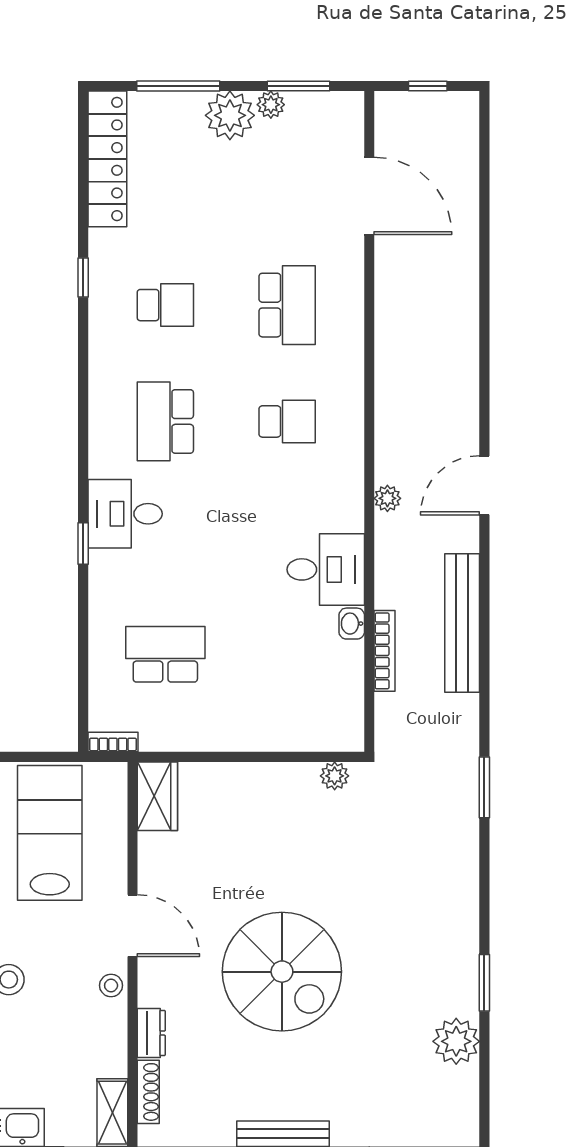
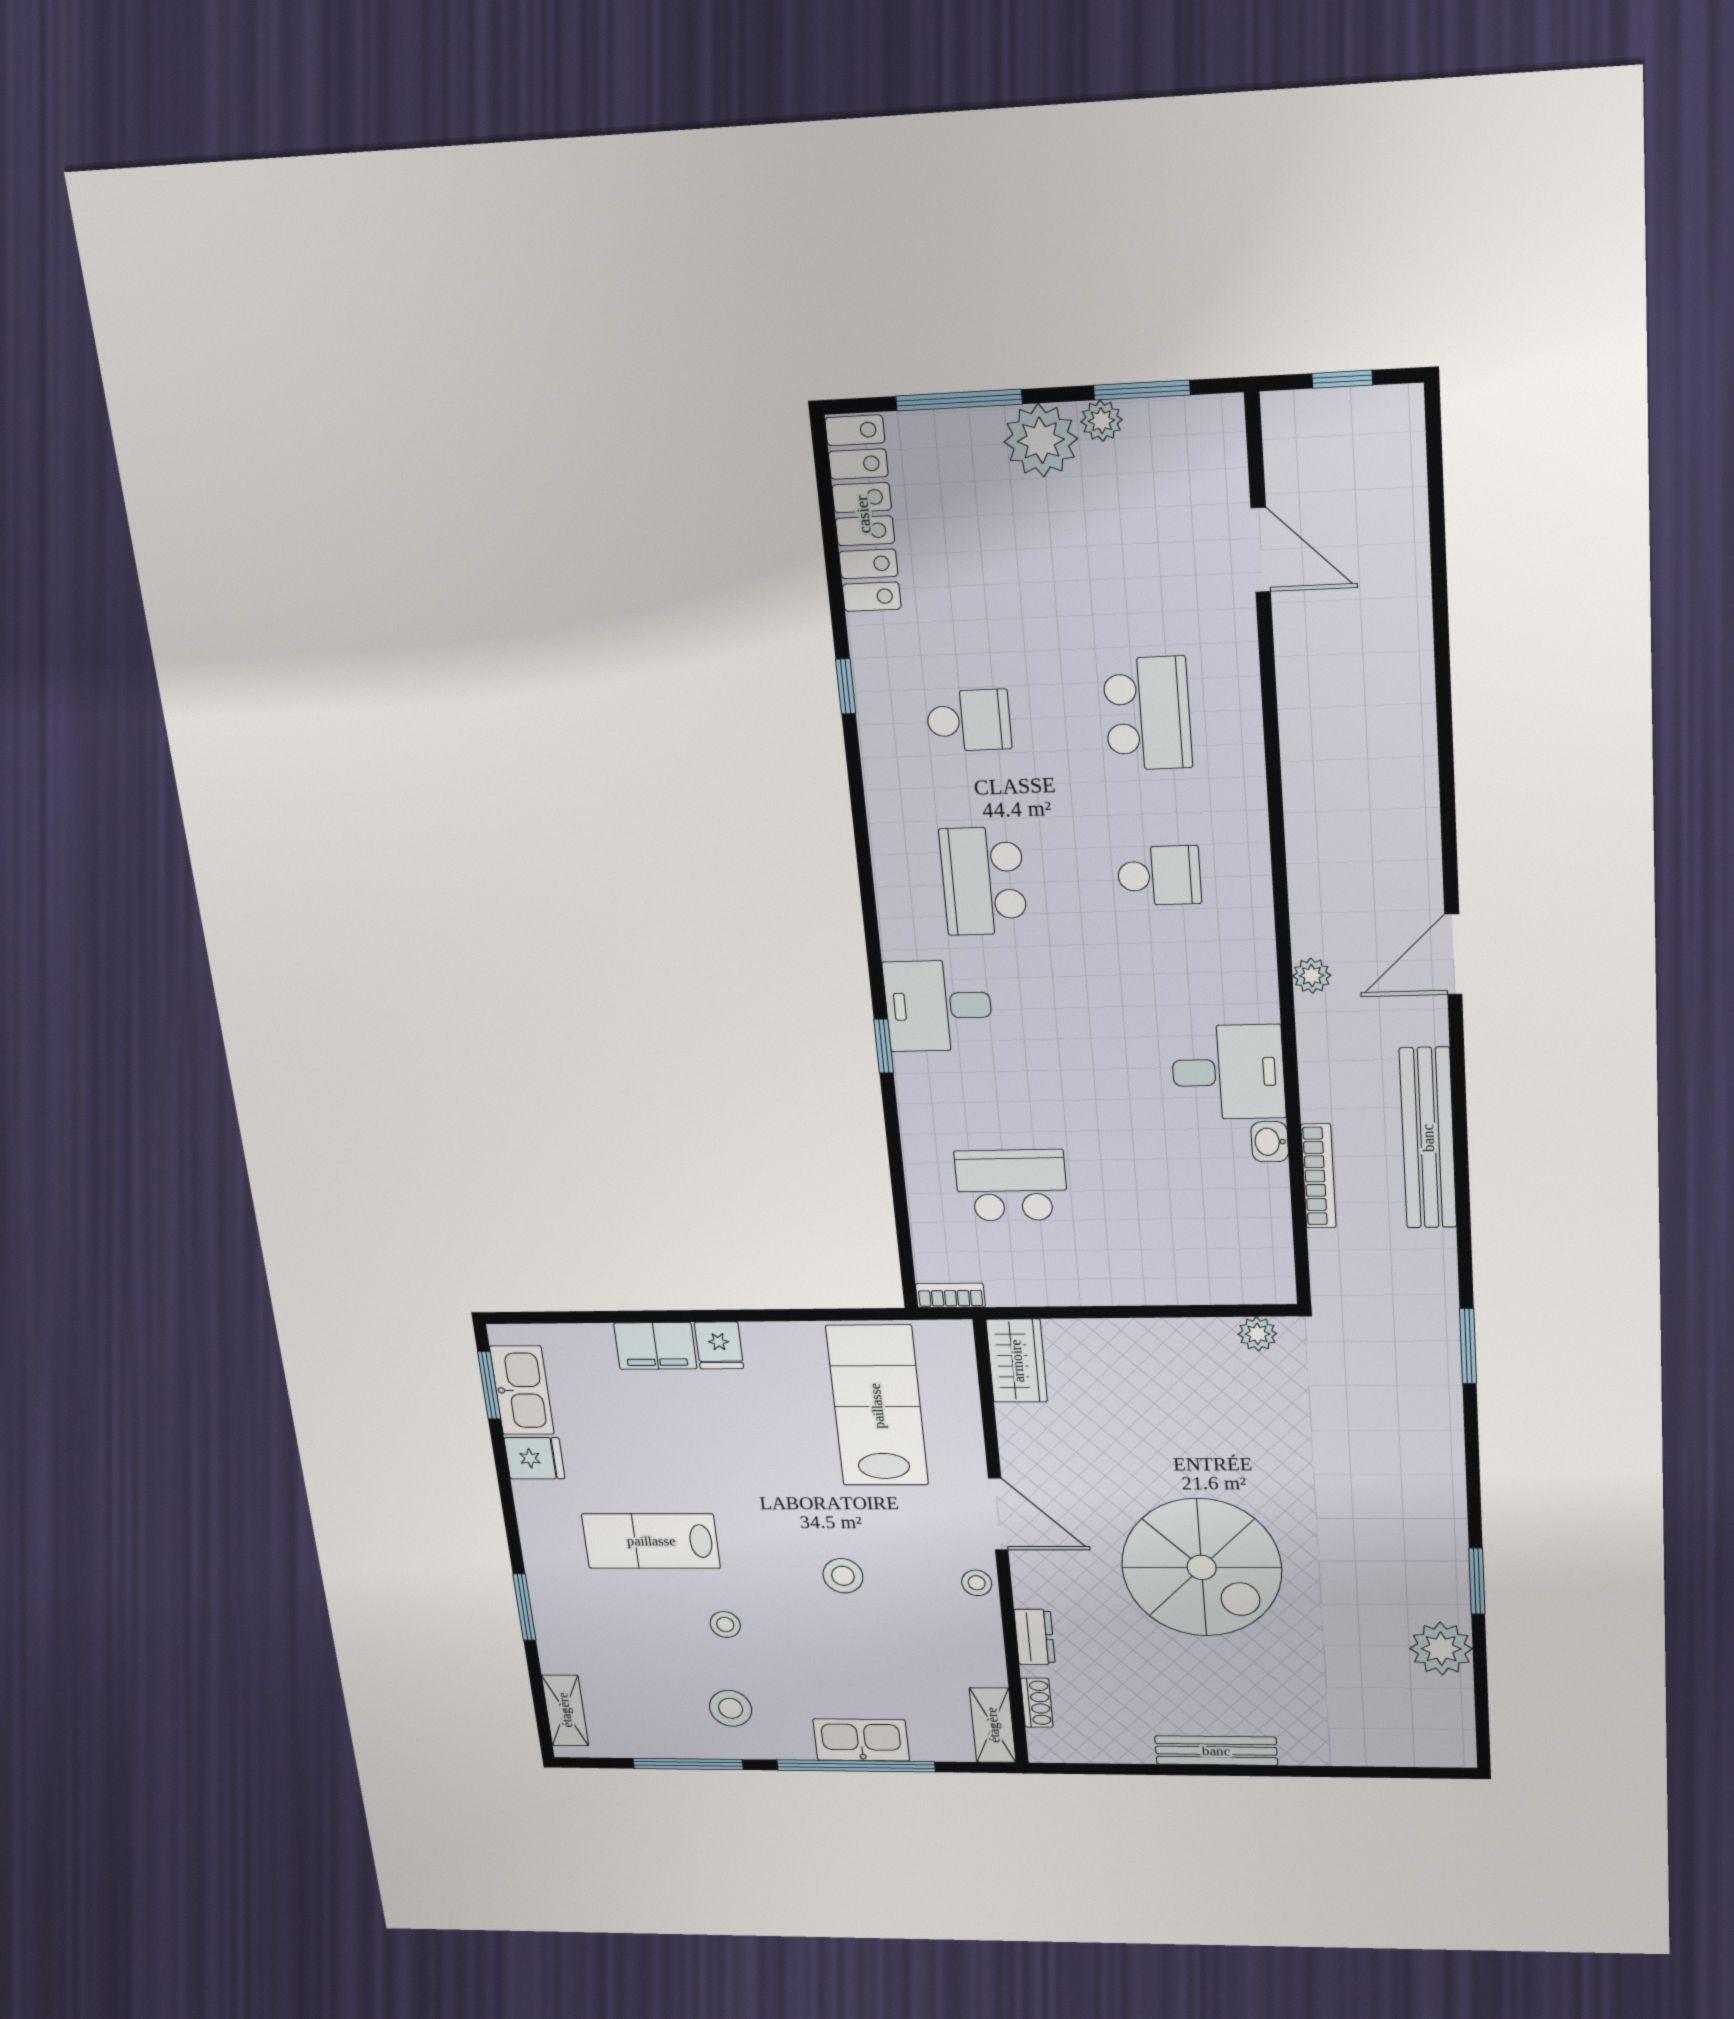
door: (369, 196) -> (1261, 550), width x0.73
shoe rack: (148, 1092) -> (1037, 1703), width x0.70

